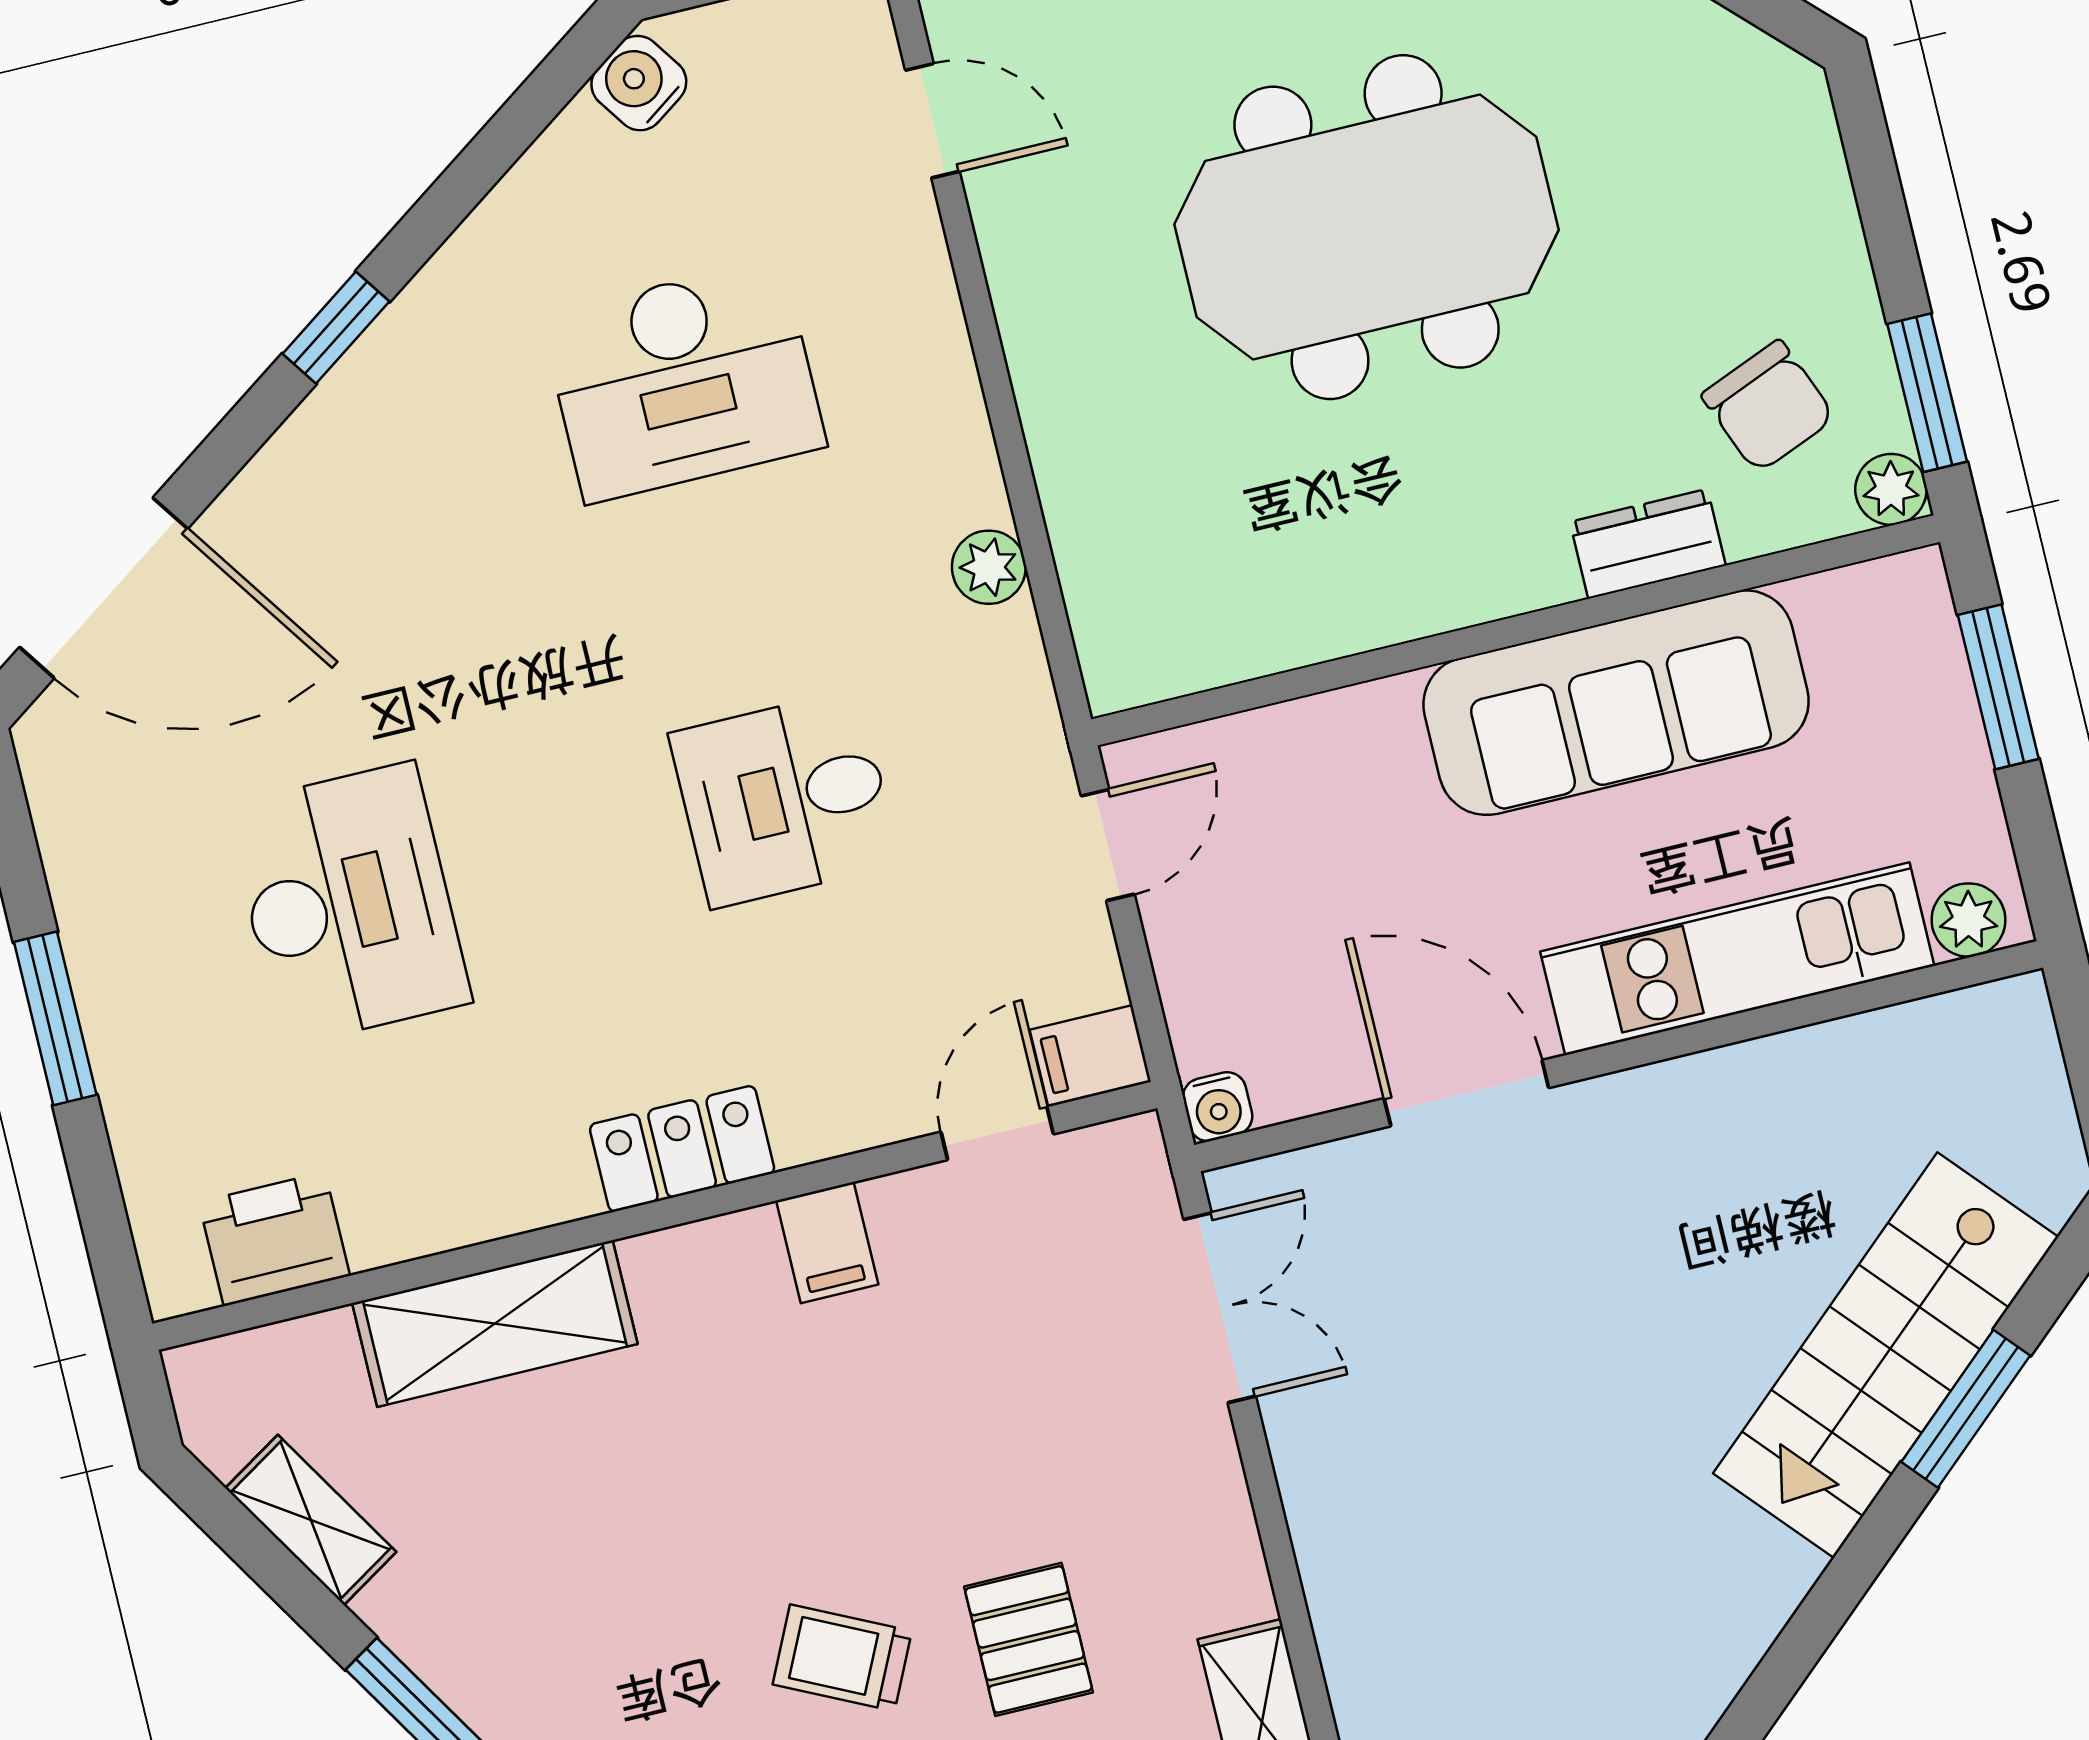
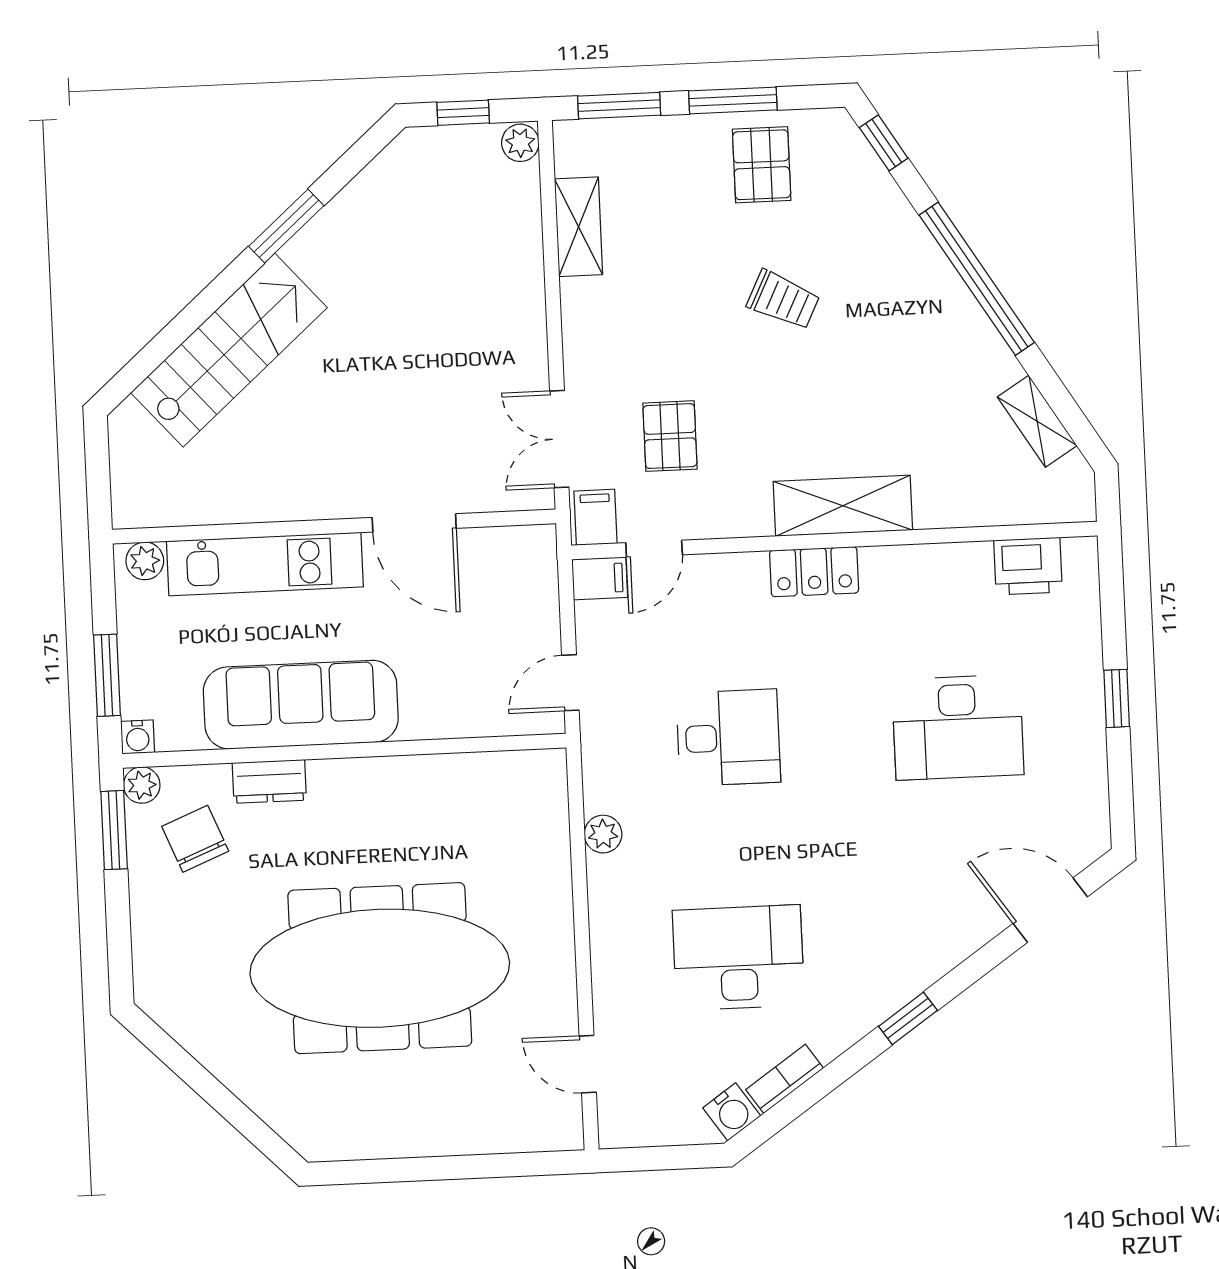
bookcase: (550, 166) -> (785, 1079), added
meeting table: (1367, 227) -> (380, 968), width x1.36
door: (104, 588) -> (1050, 910), width x0.73
desk: (349, 904) -> (958, 727), turned -90
window: (55, 1018) -> (1117, 698), width x0.67
water cooler: (1218, 1107) -> (138, 737), moved, turned 180
filing cabinet: (827, 1243) -> (595, 517), moved
shelving: (495, 1323) -> (843, 506), moved
window: (1966, 1409) -> (286, 226), moved
pallet: (1028, 1639) -> (670, 436), moved

